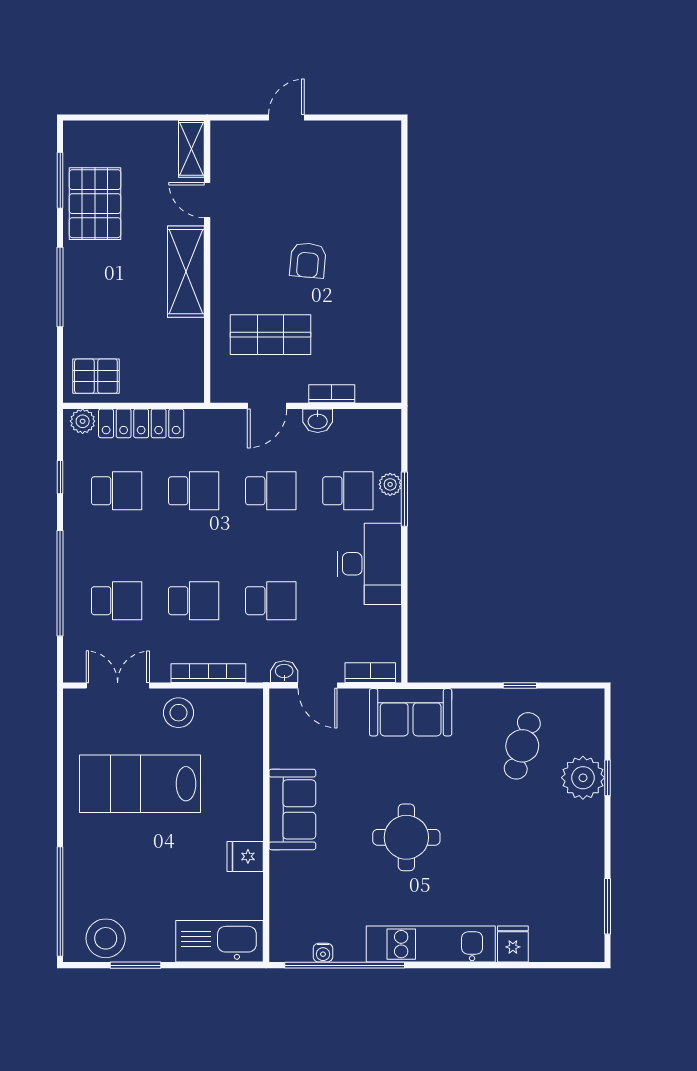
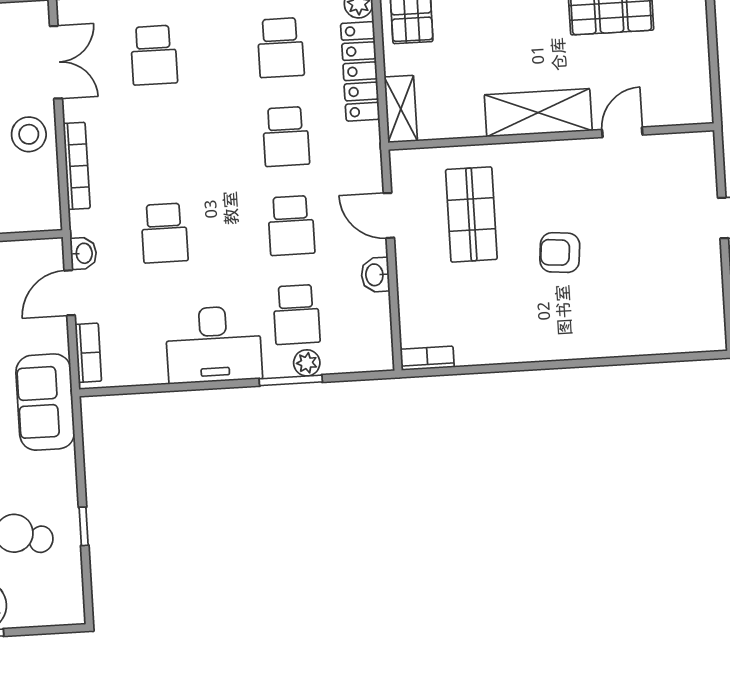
shelving: (191, 149) -> (401, 109), moved, turned 90
bookcase: (332, 394) -> (427, 358), moved, turned -90
school desk: (194, 601) -> (159, 144), removed

